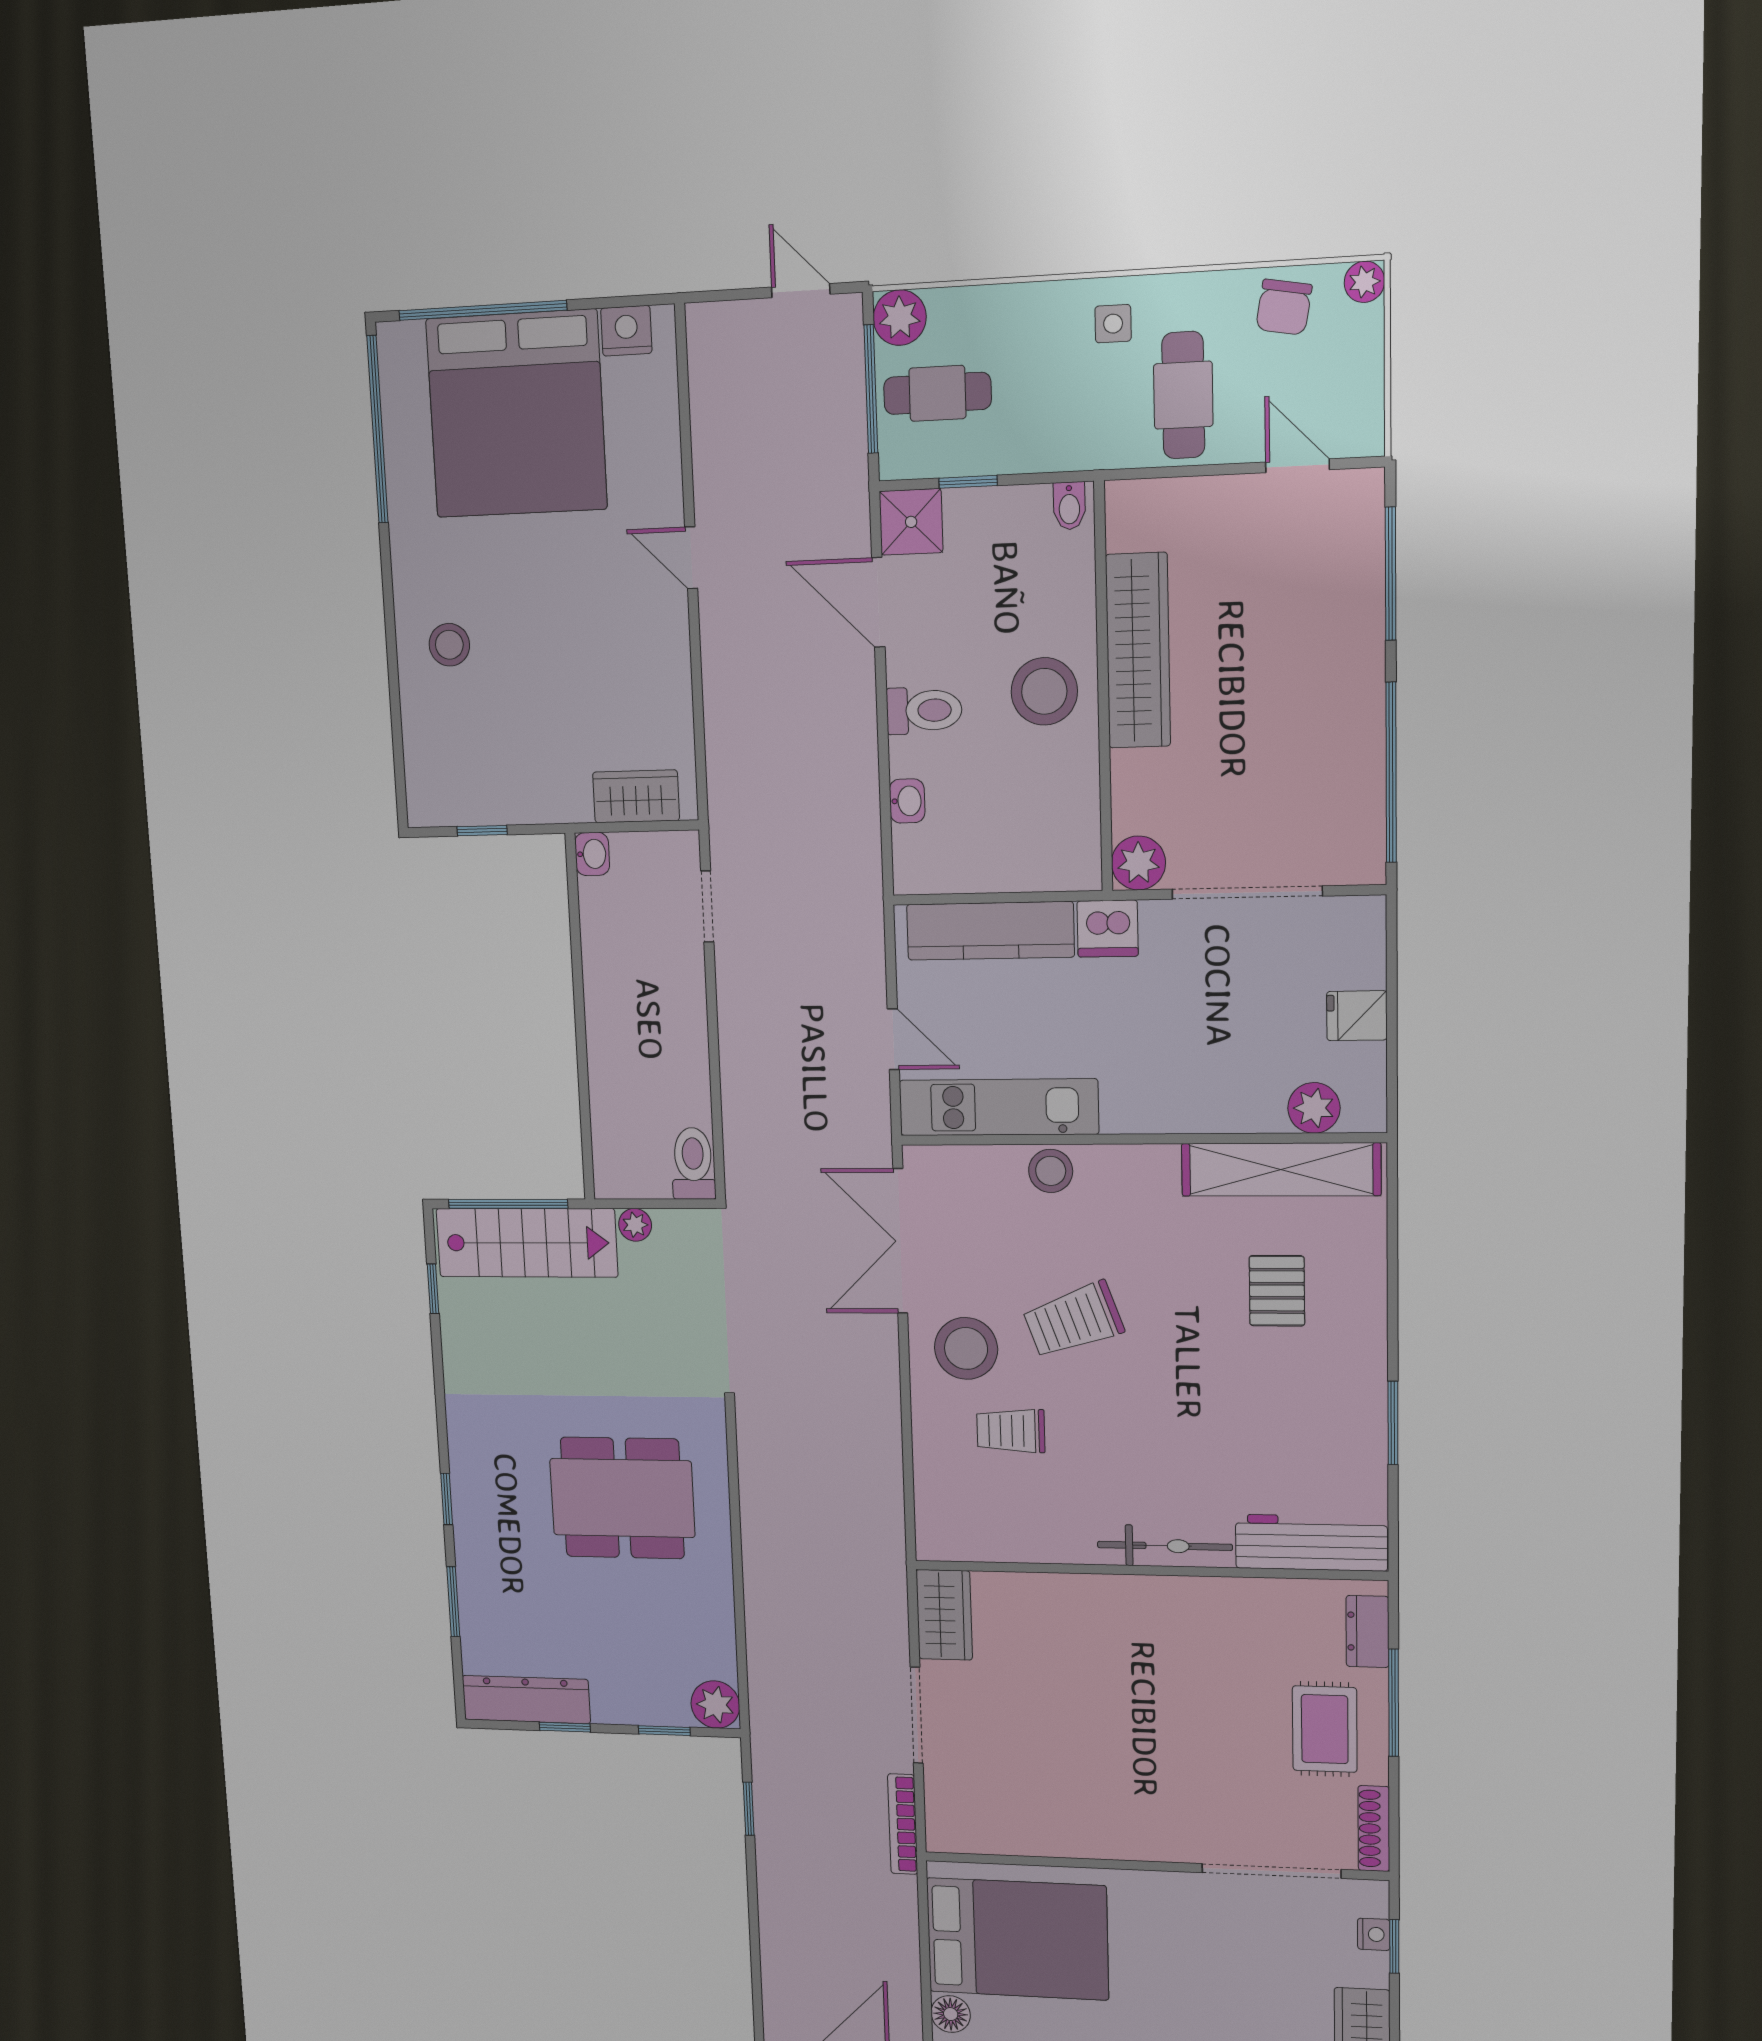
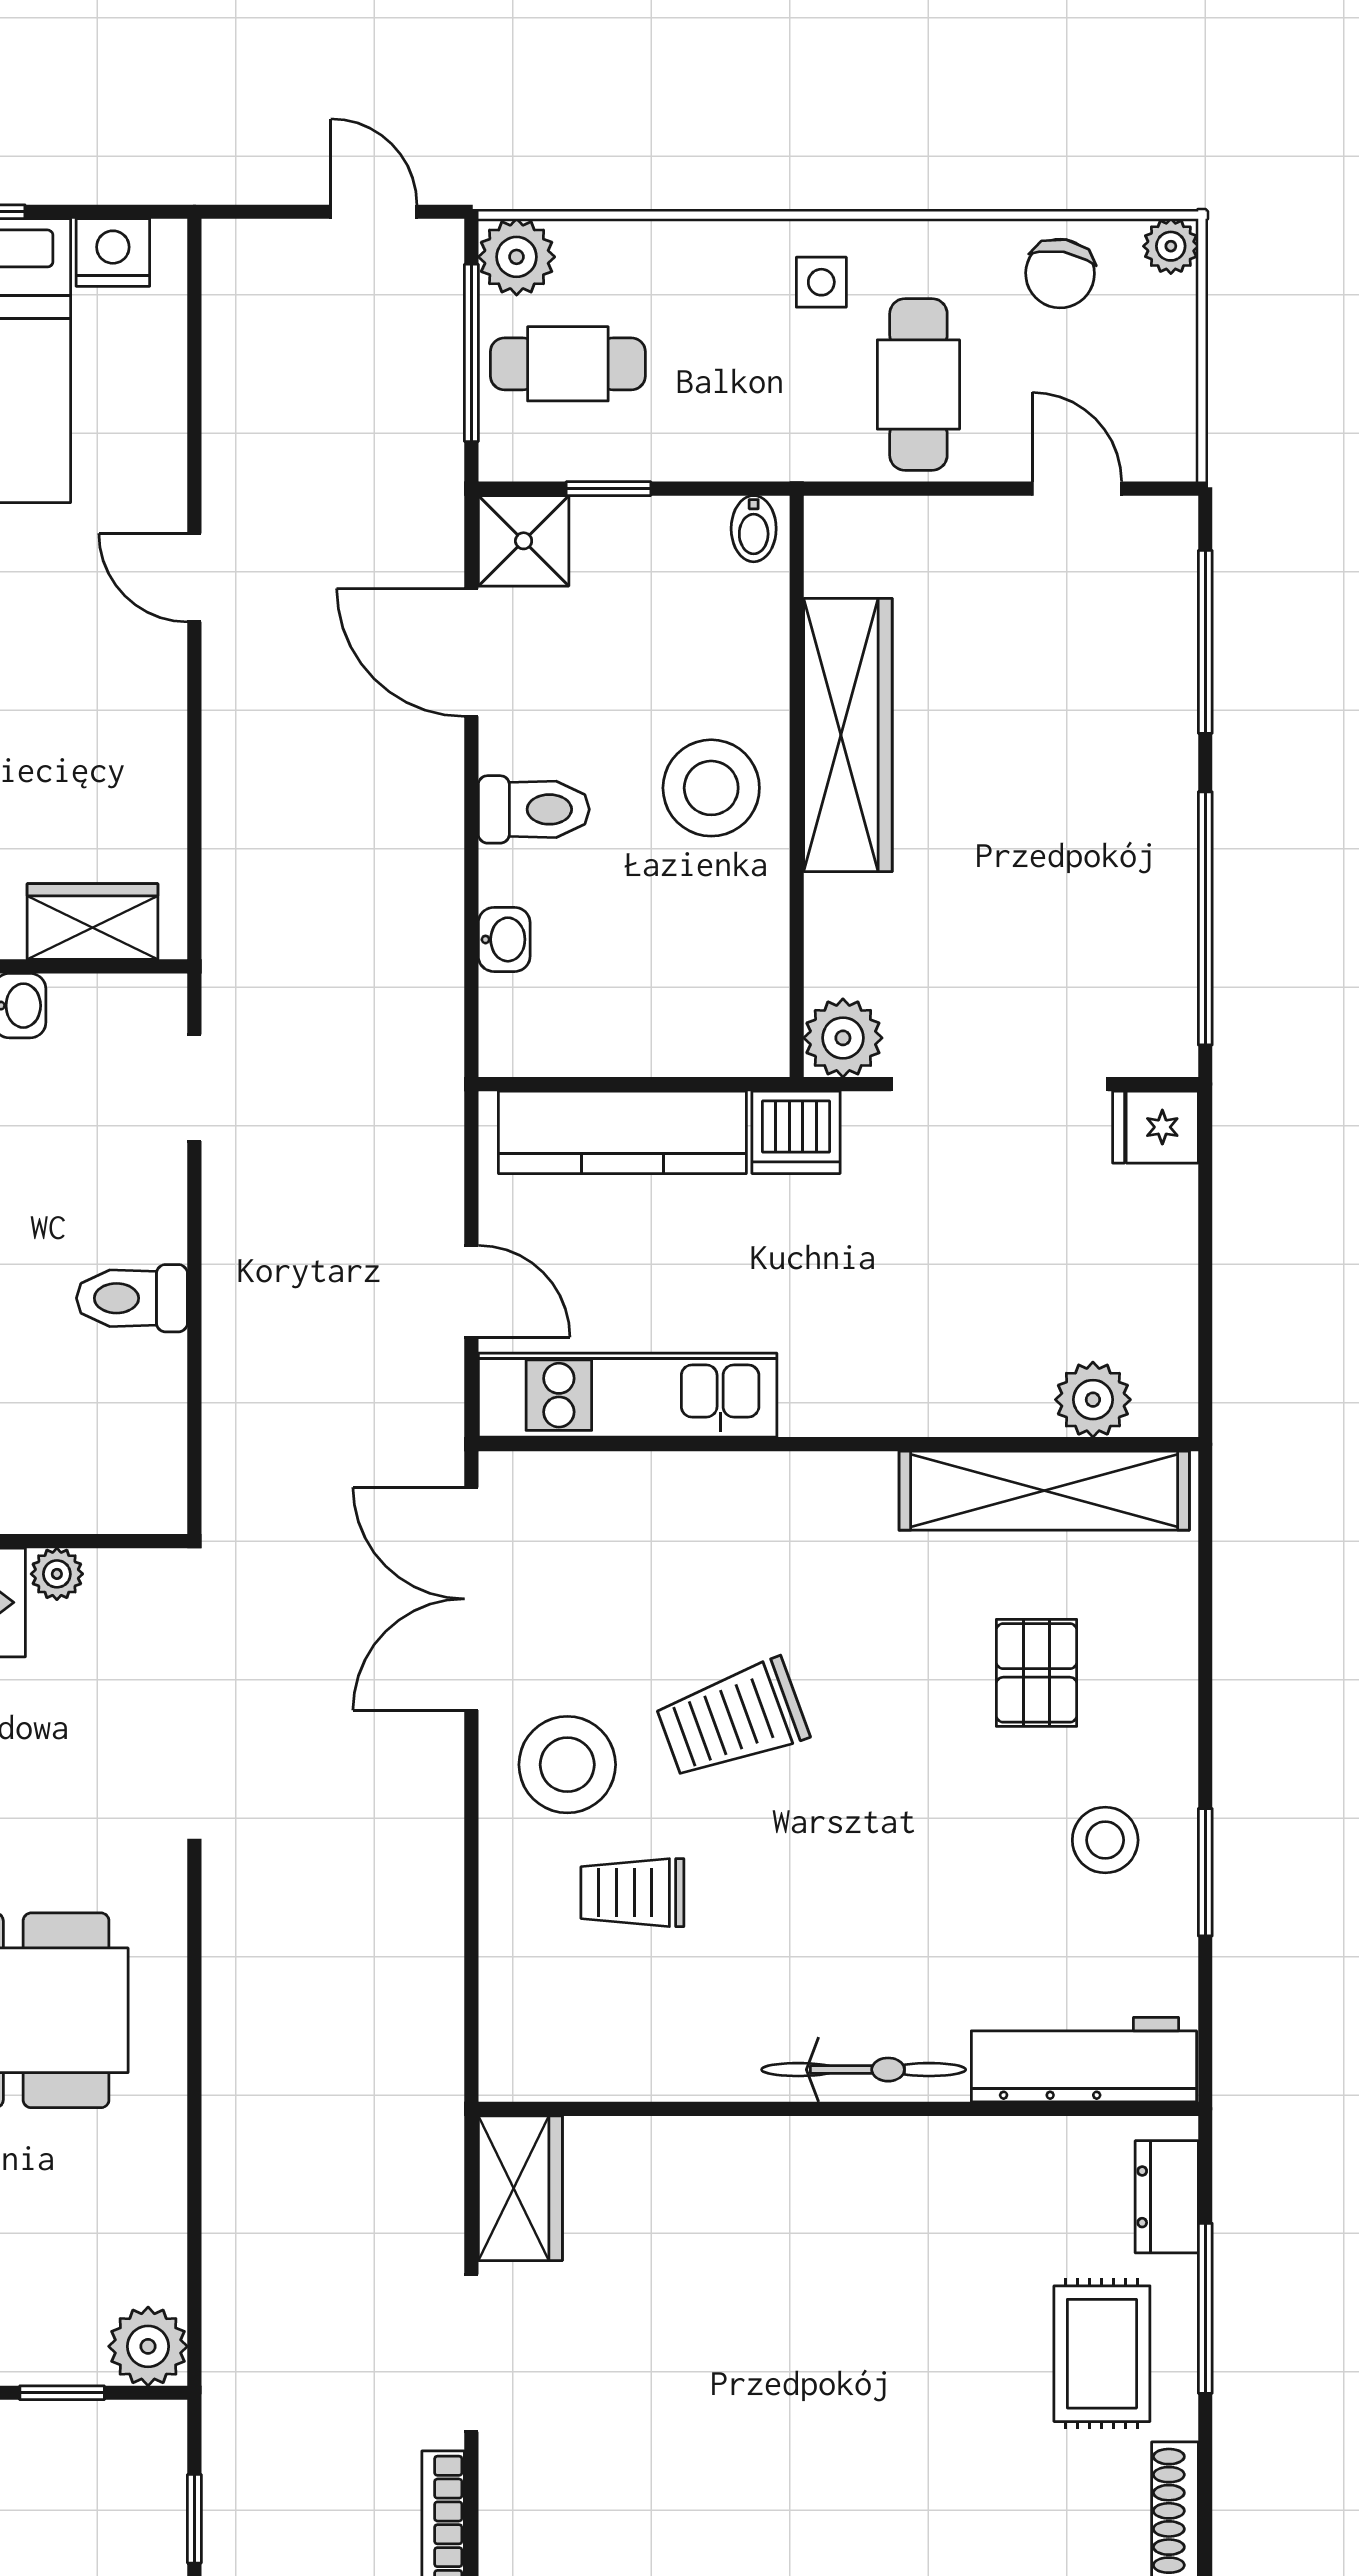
fridge: (1357, 1016) -> (1155, 1127), moved
toilet: (693, 1164) -> (132, 1298), moved, turned -90
stool: (1051, 1171) -> (1105, 1840), moved

